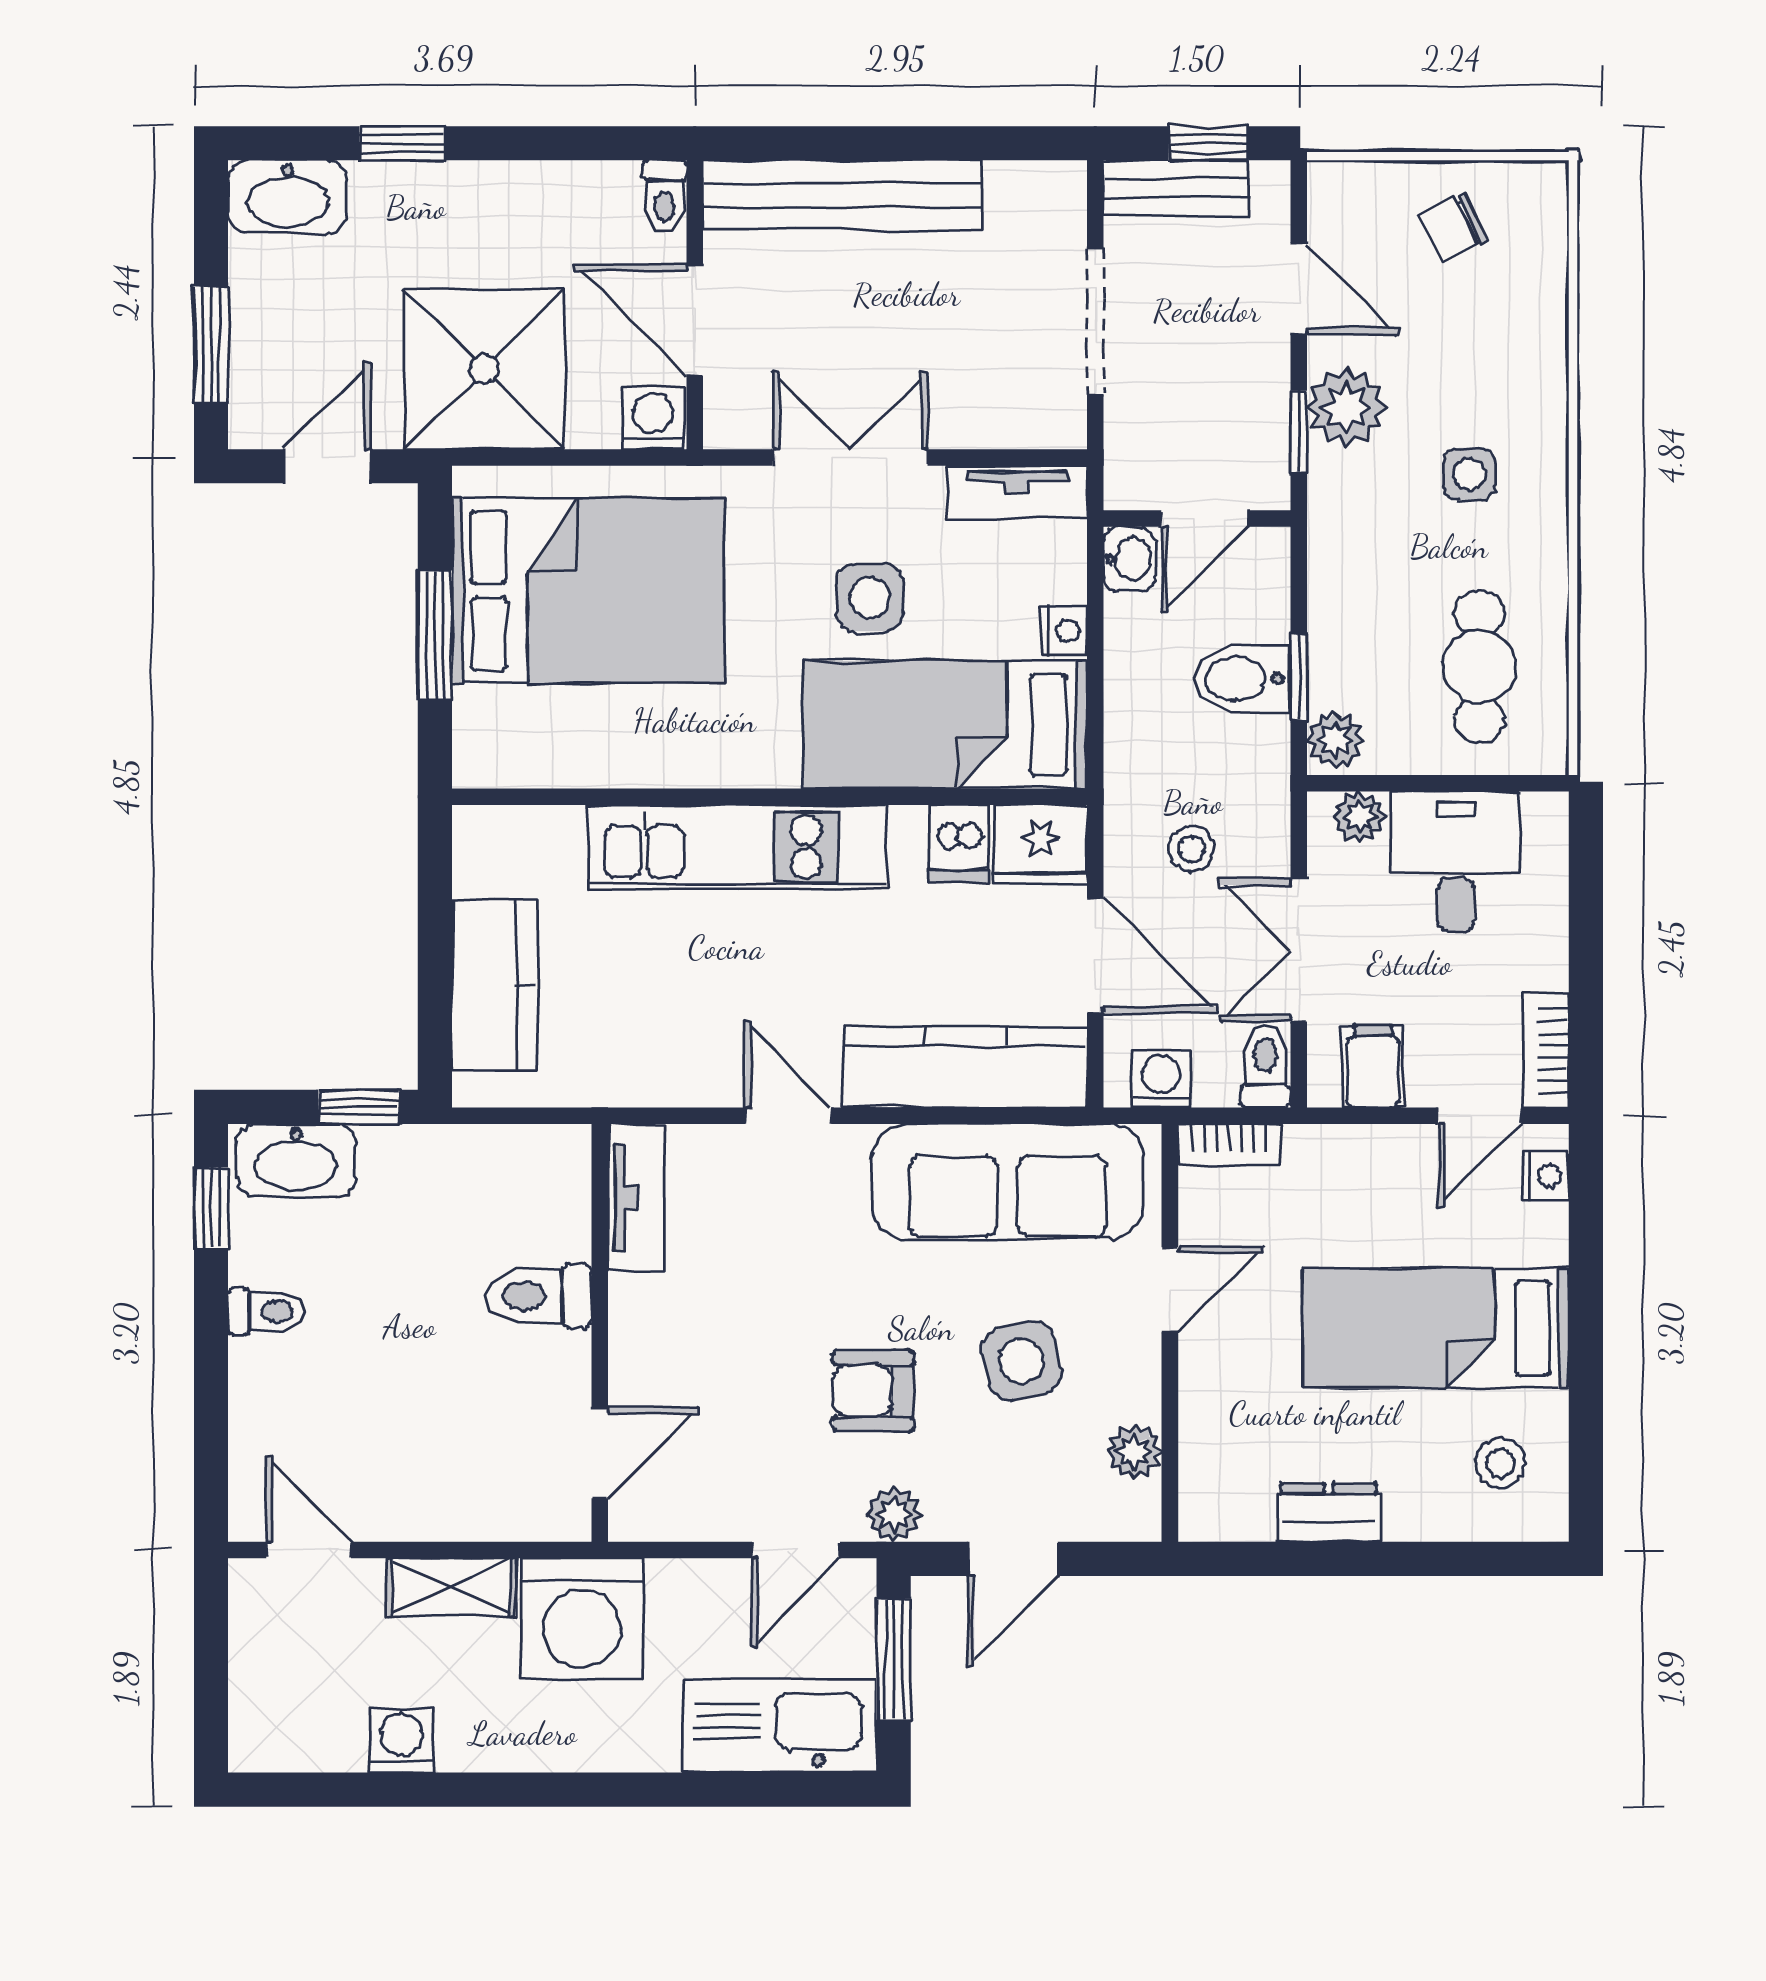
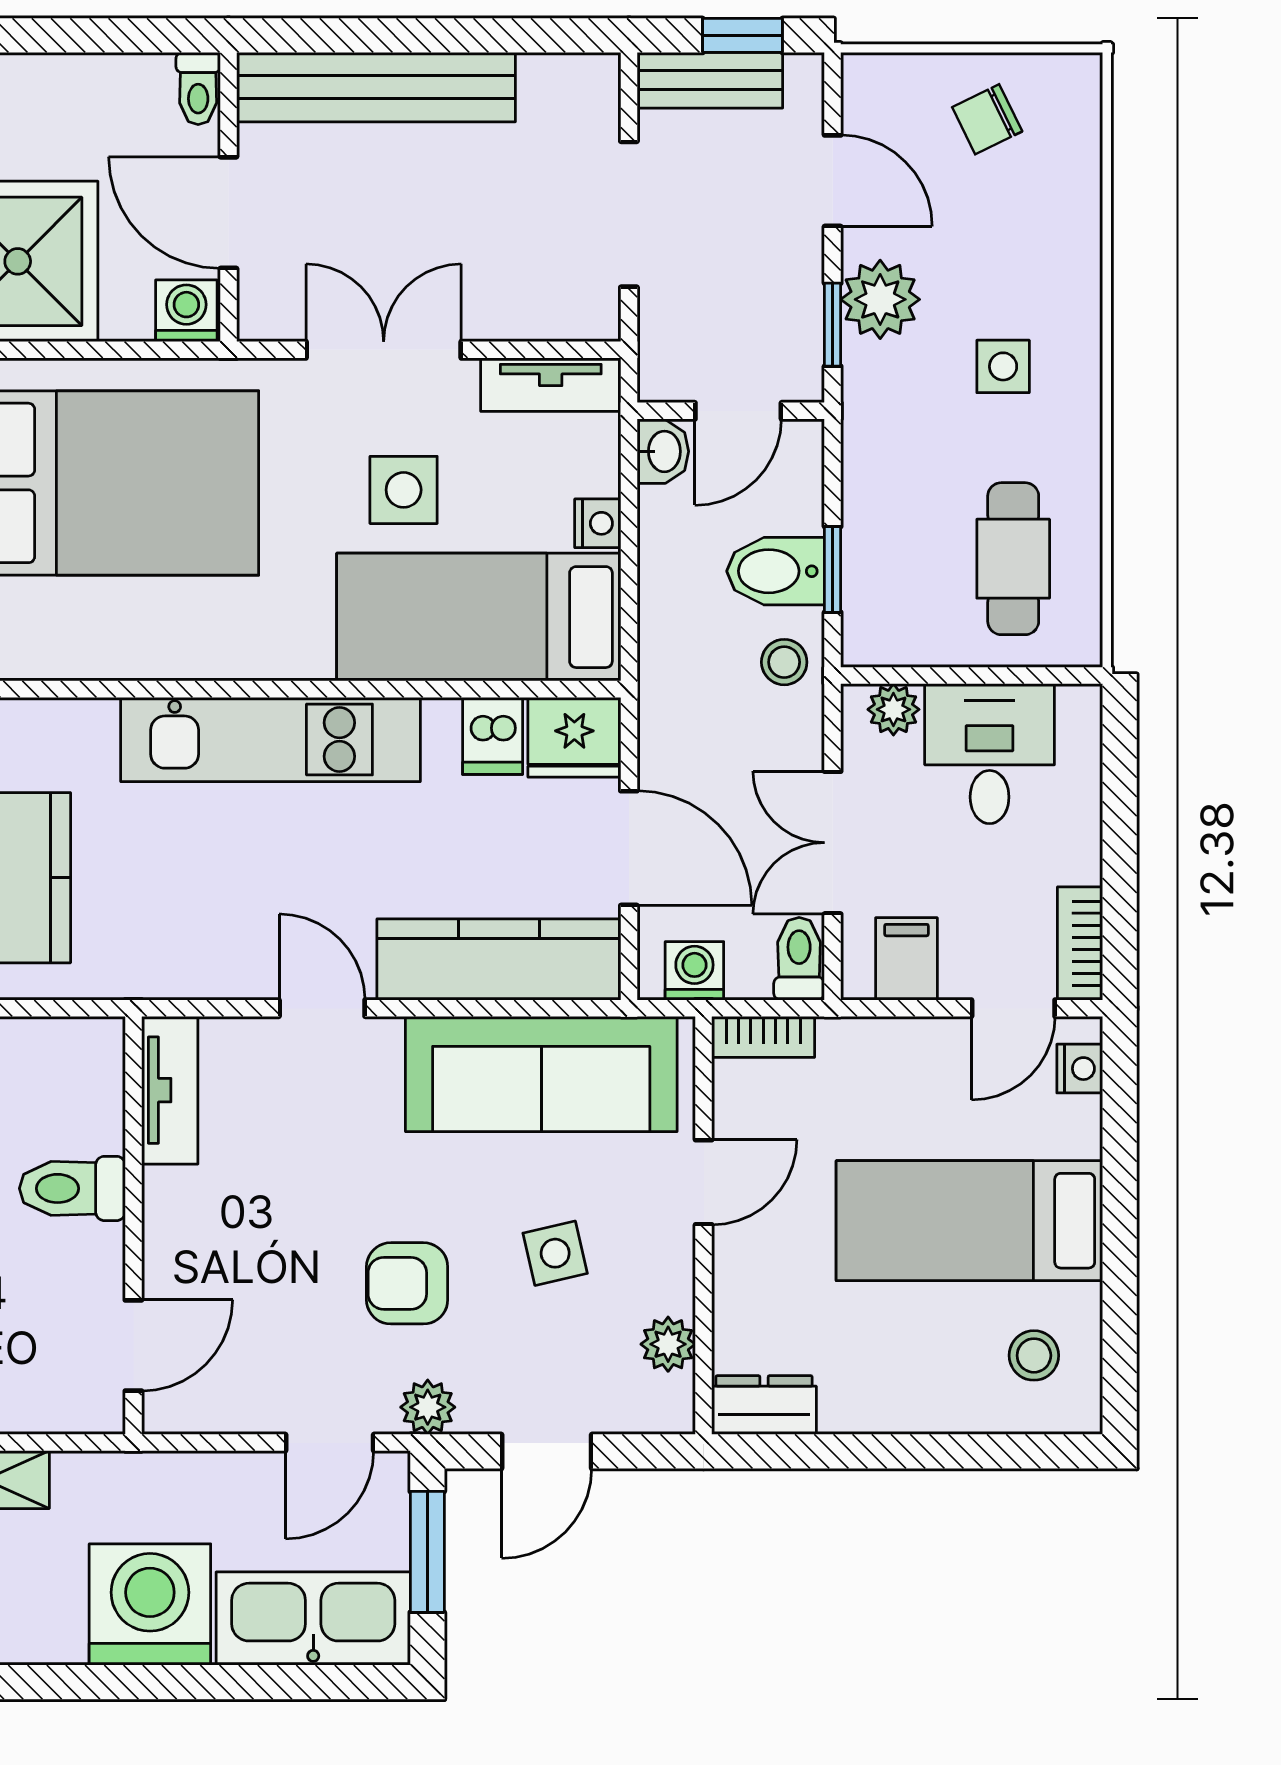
plant: (1335, 740) -> (869, 633), removed
stool: (1192, 849) -> (784, 662), moved
side table: (1021, 1361) -> (555, 1253), width x0.73, depth x0.73
dresser: (1329, 1512) -> (764, 1405), moved
washing machine: (582, 1619) -> (150, 1605), moved, turned 180

